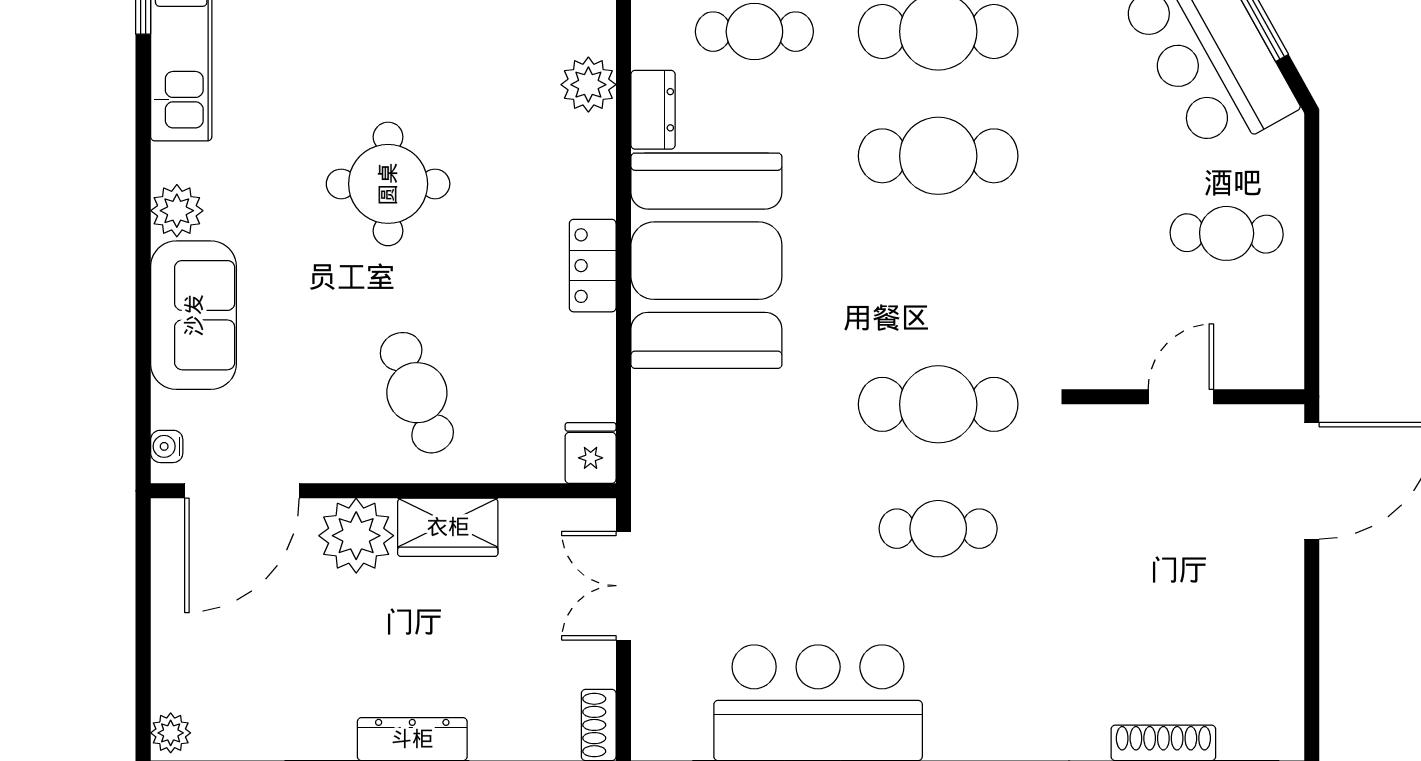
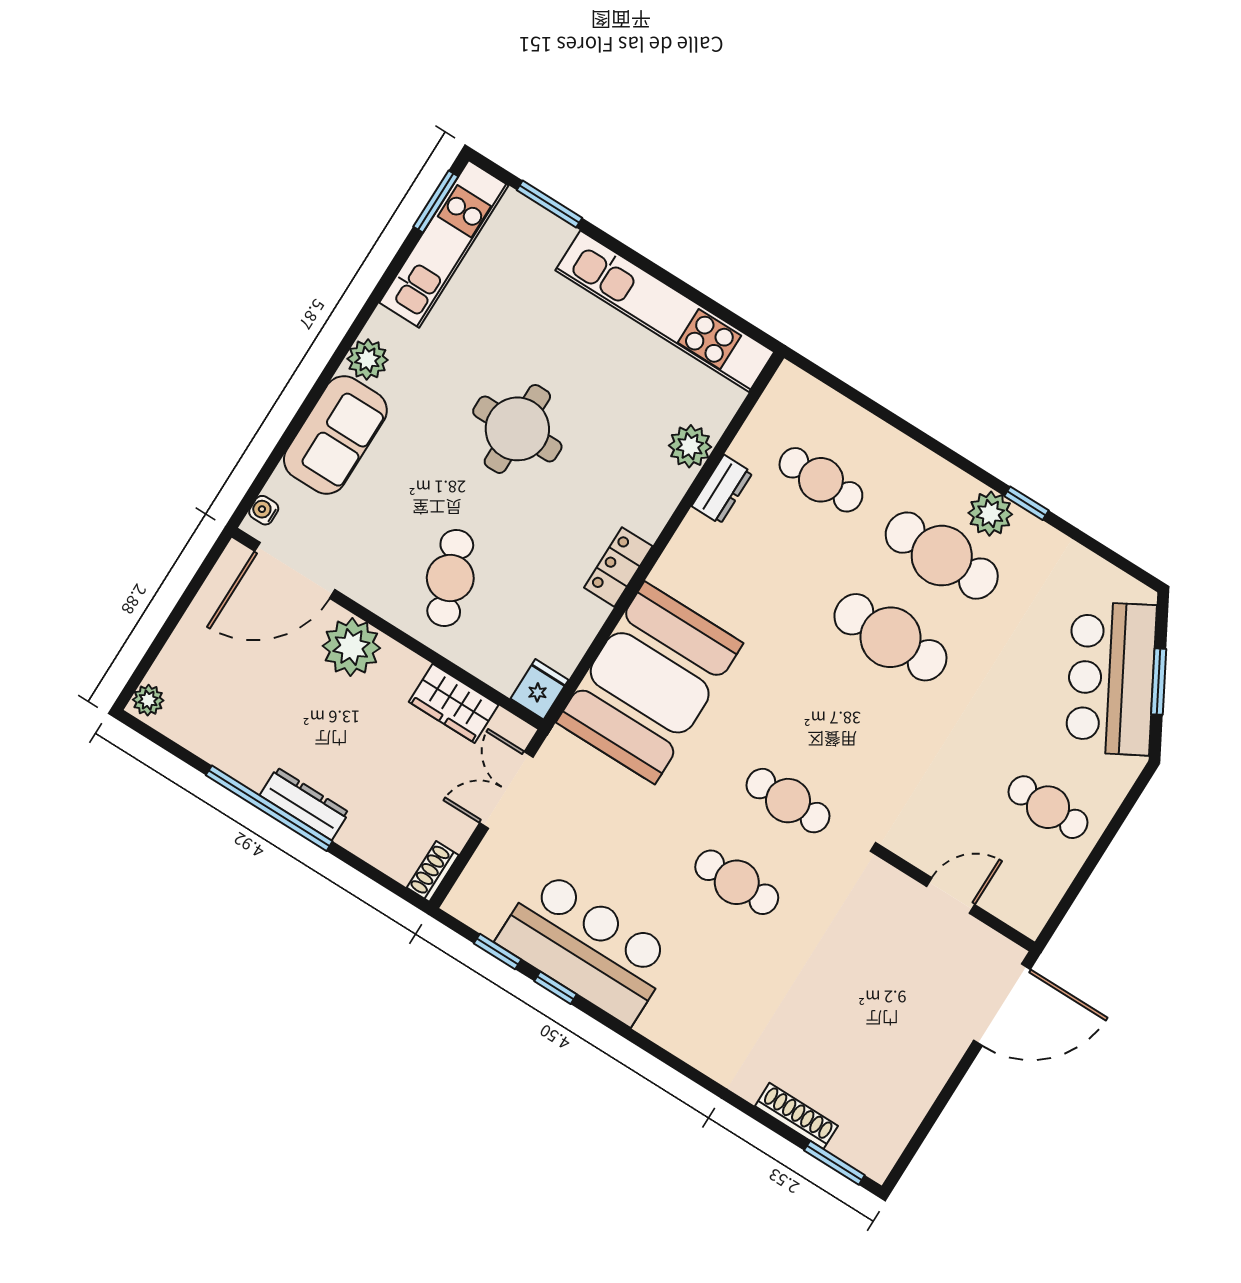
booth: (706, 261) -> (650, 683), moved
cafe table: (938, 404) -> (788, 801), width x0.73, depth x0.74
wardrobe: (448, 527) -> (454, 703), moved

